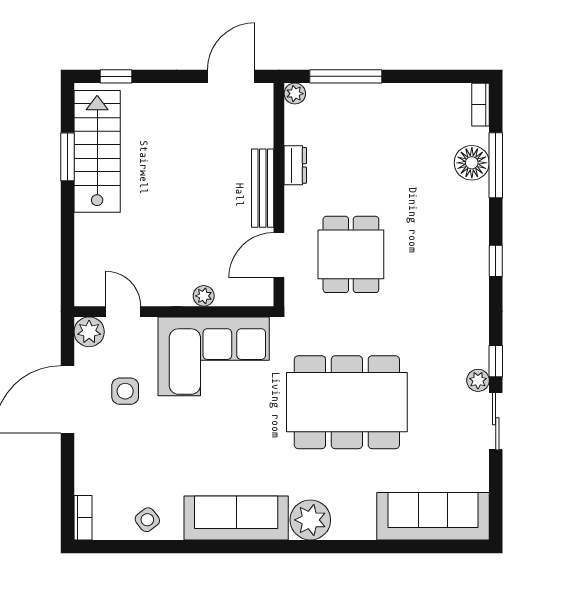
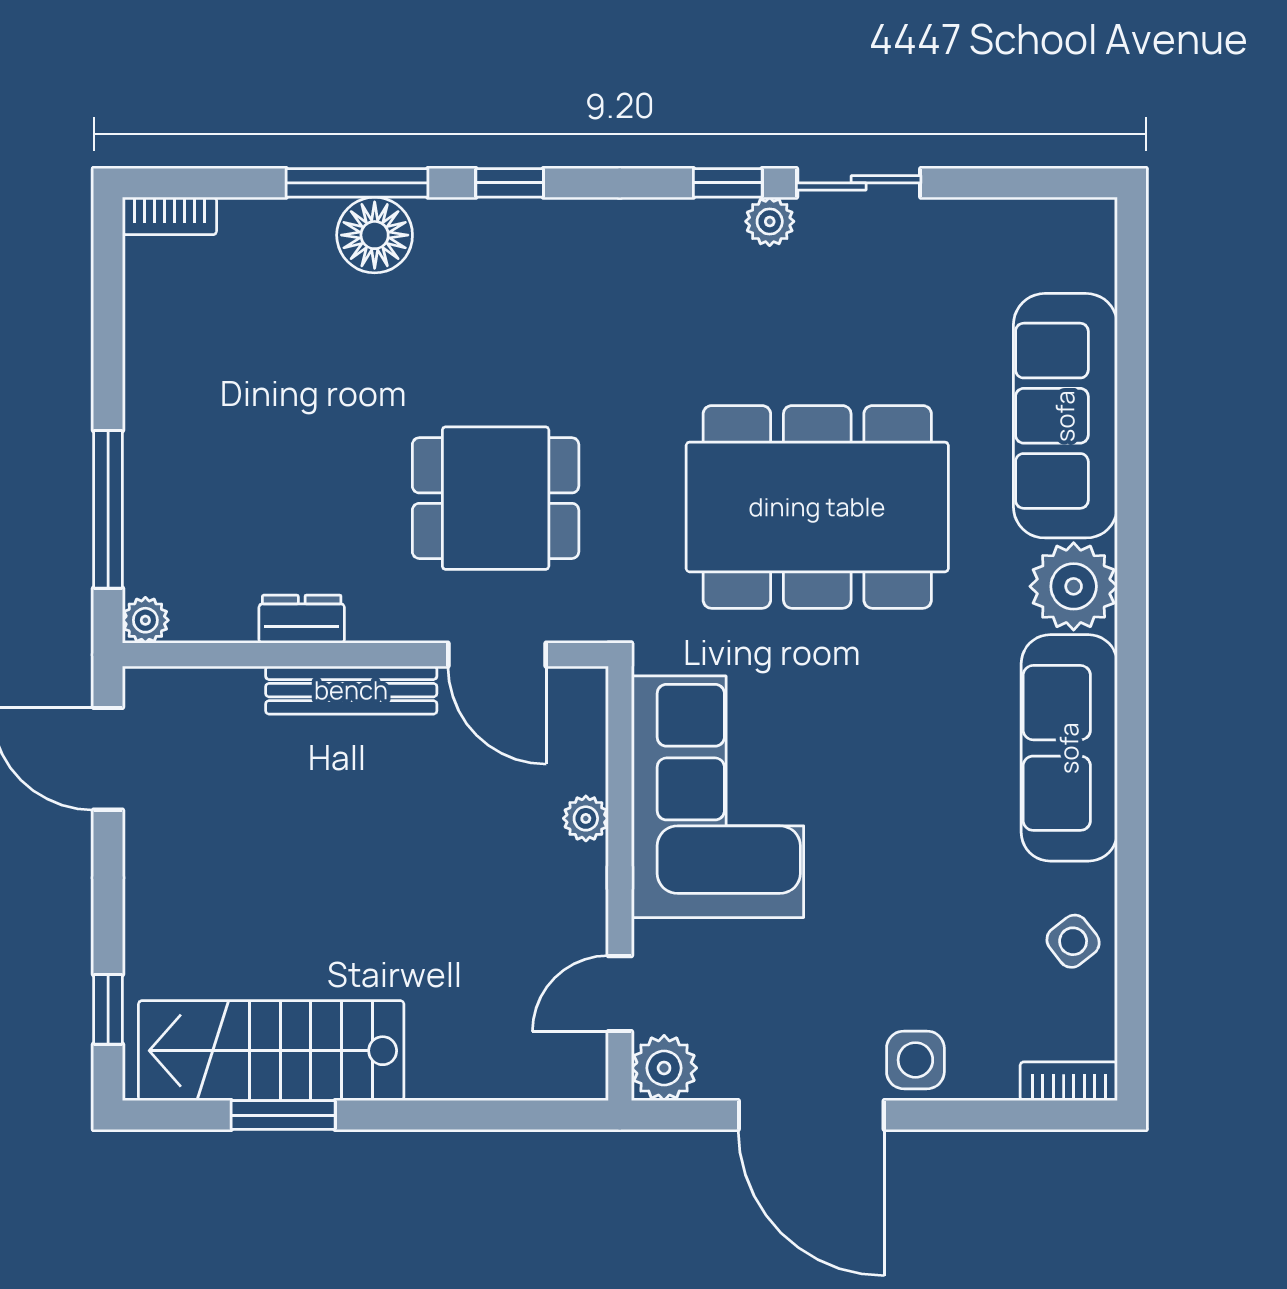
floor lamp: (472, 163) -> (375, 235), moved
window: (496, 165) -> (357, 183), moved
side table: (125, 391) -> (915, 1060), moved
dining table: (347, 402) -> (817, 507), turned 90
sofa: (433, 516) -> (1065, 416), moved

